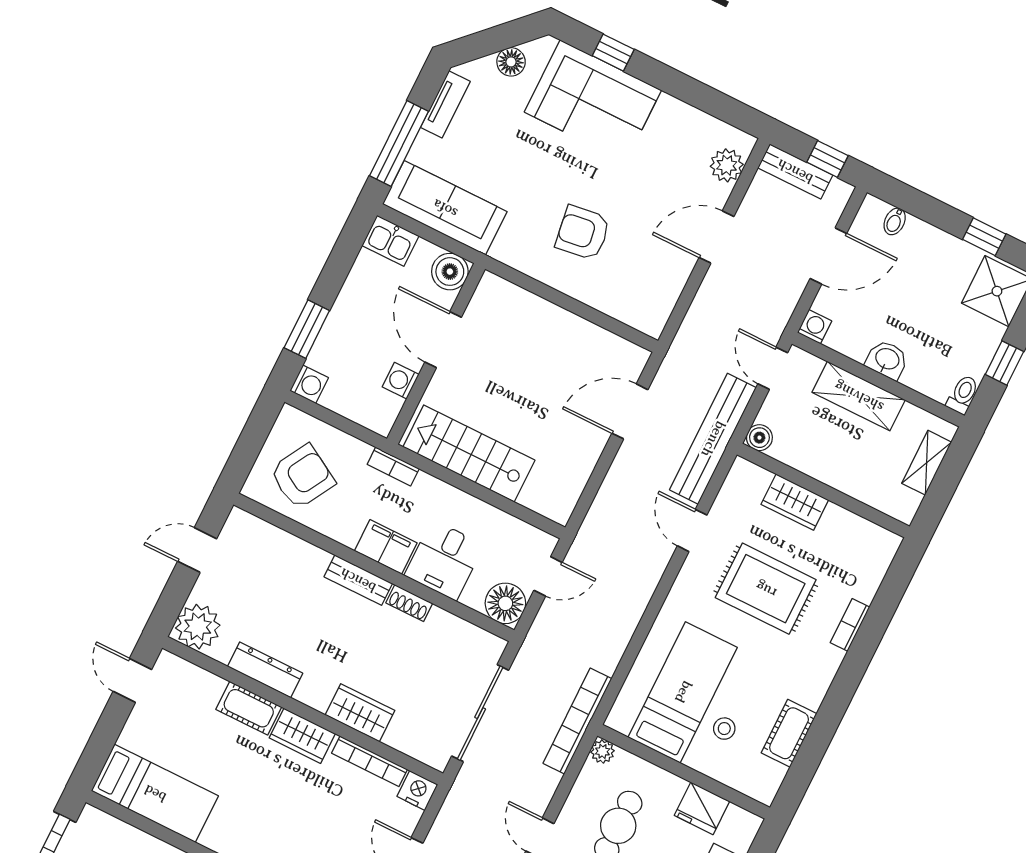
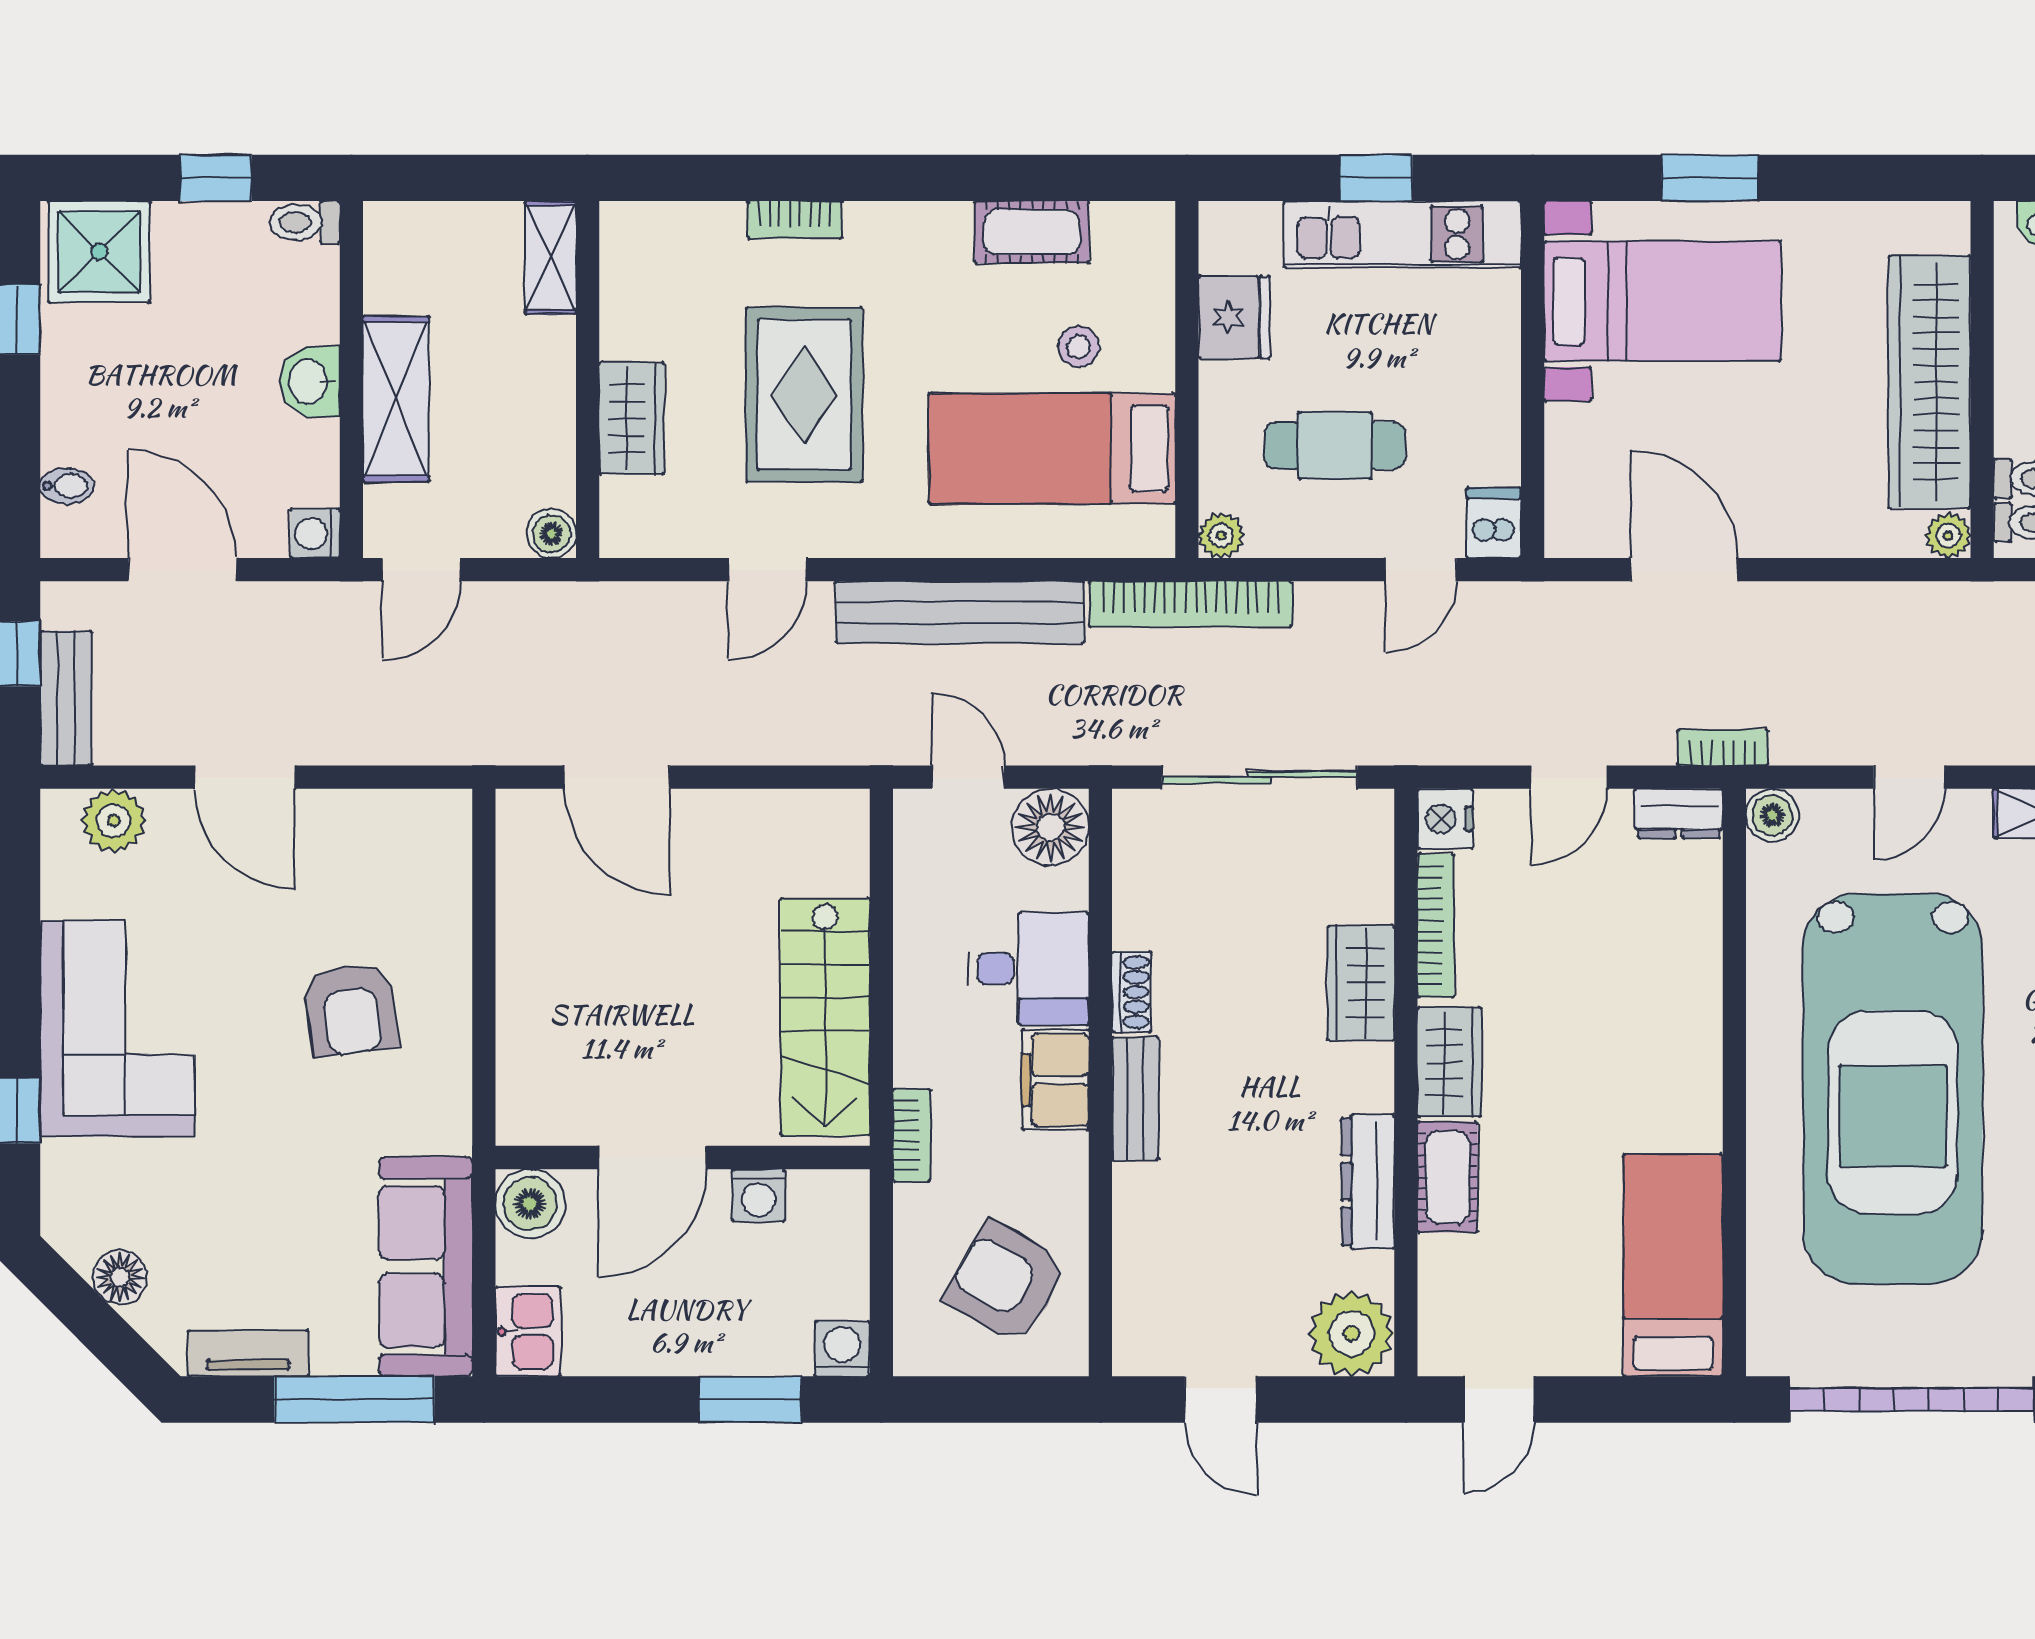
corner sofa: (593, 101) -> (117, 1029), moved
bench: (713, 439) -> (960, 612), moved
shelving: (927, 463) -> (551, 257), moved, turned 90

